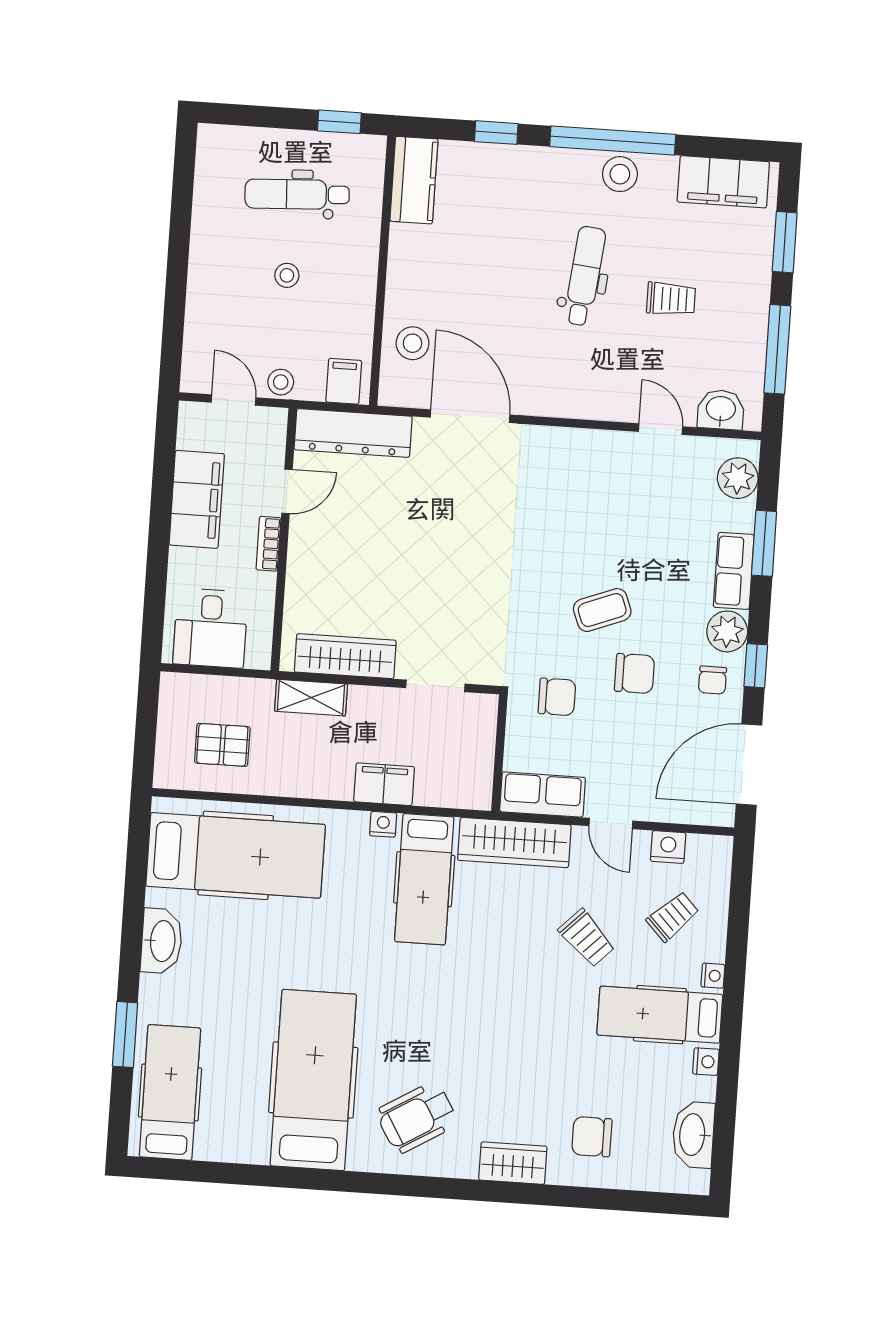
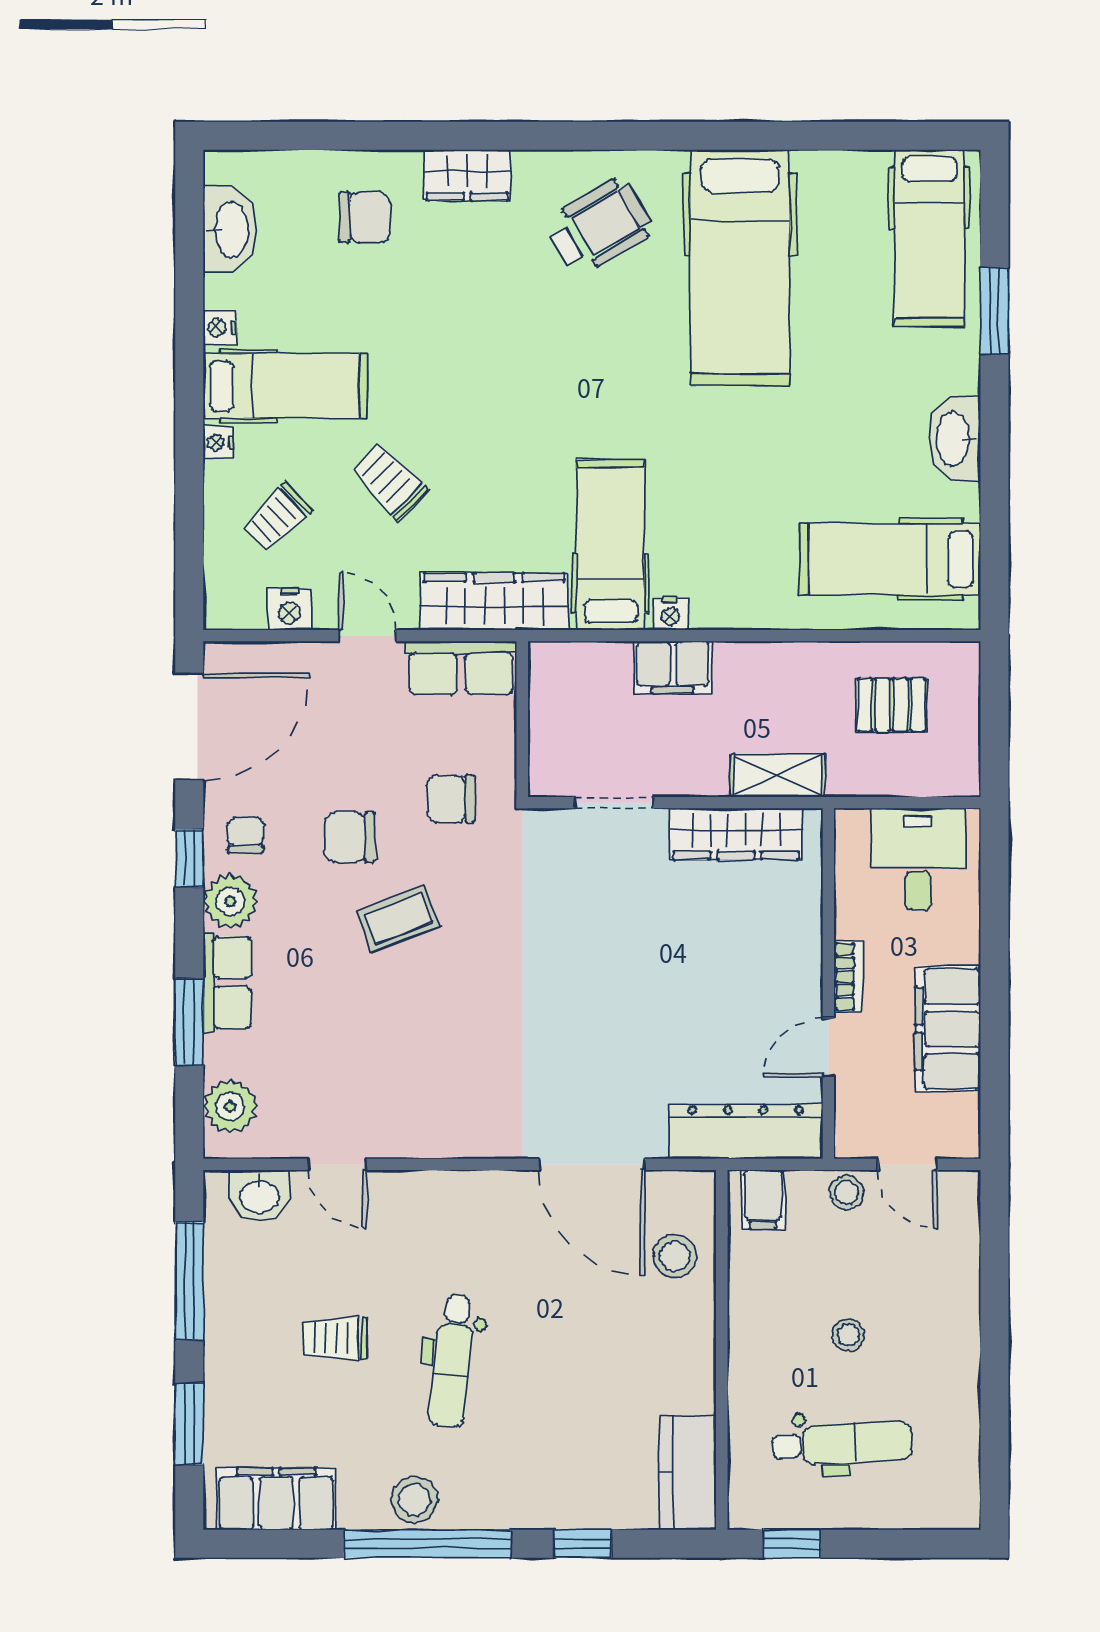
hospital bed: (236, 855) -> (890, 559), width x0.73, depth x0.78

